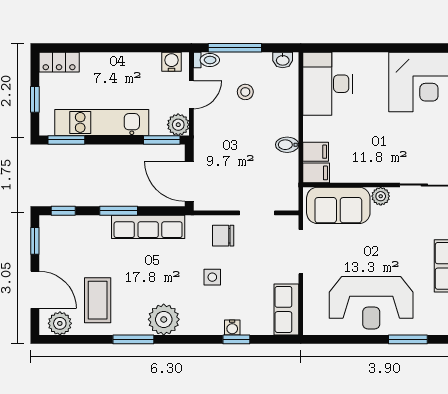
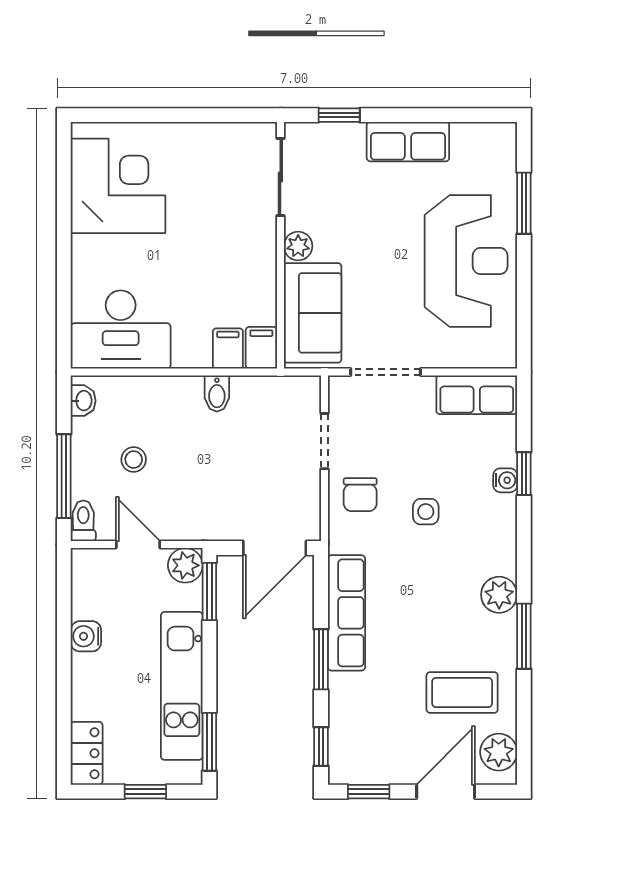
water cooler: (171, 62) -> (86, 636), moved
plant: (164, 319) -> (499, 595), width x0.73, depth x0.73

